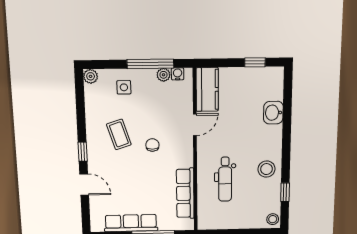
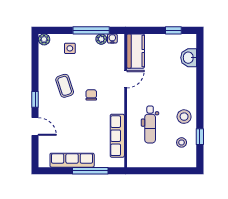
washbasin: (273, 113) -> (189, 58), moved
stool: (273, 219) -> (182, 142), moved

